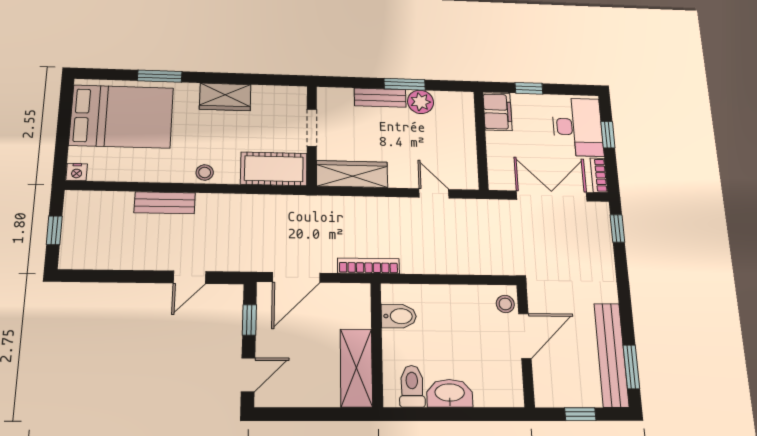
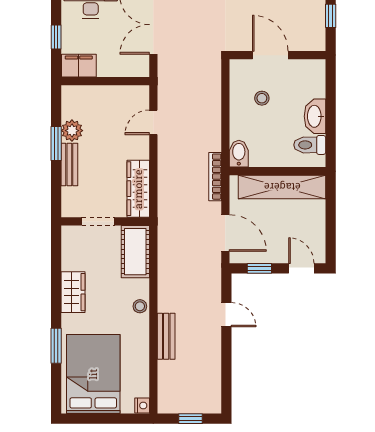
stool: (505, 304) -> (262, 98), moved
bidet: (399, 316) -> (239, 154), moved
shelving: (356, 368) -> (282, 187), width x1.47

